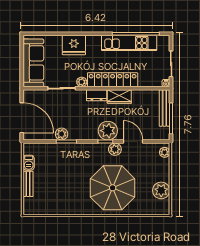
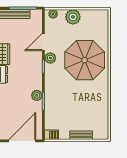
plant: (108, 131) -> (34, 64), removed
plant: (62, 134) -> (37, 95), moved
barbecue: (29, 163) -> (52, 135), moved
plant: (161, 190) -> (73, 17), moved

